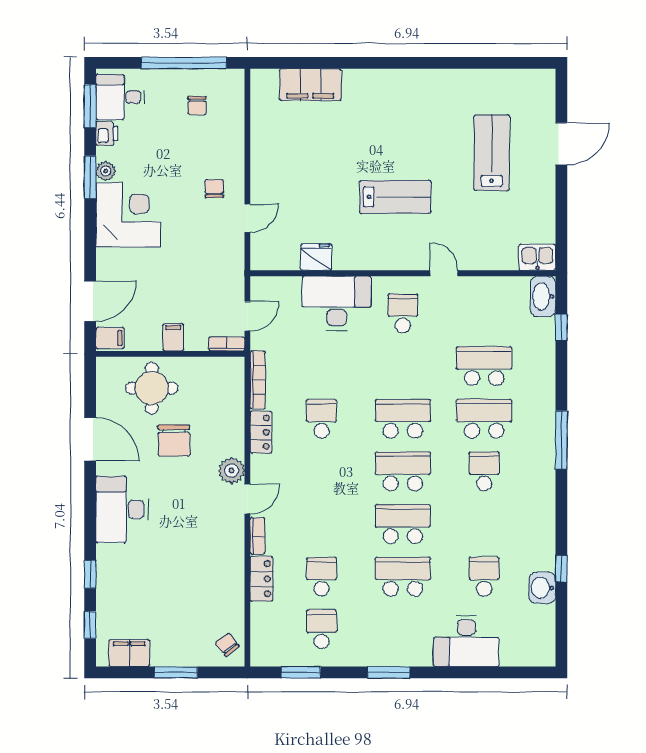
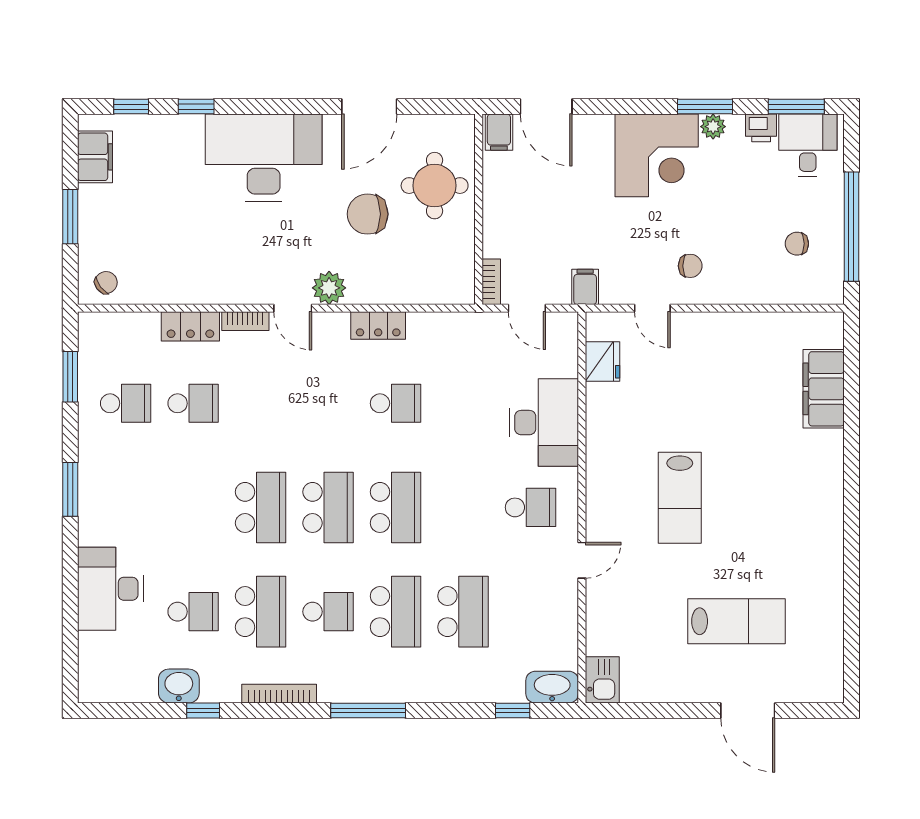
fridge: (316, 257) -> (603, 361), moved
filing cabinet: (173, 337) -> (585, 287), moved, turned -90
bookcase: (258, 380) -> (279, 694), moved, turned 180
desk: (122, 509) -> (264, 158), width x1.36, depth x1.30
school desk: (403, 577) -> (261, 612), moved

